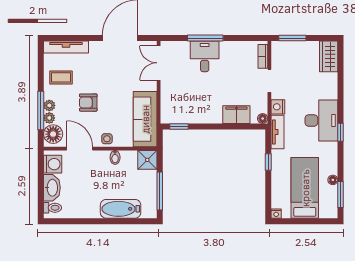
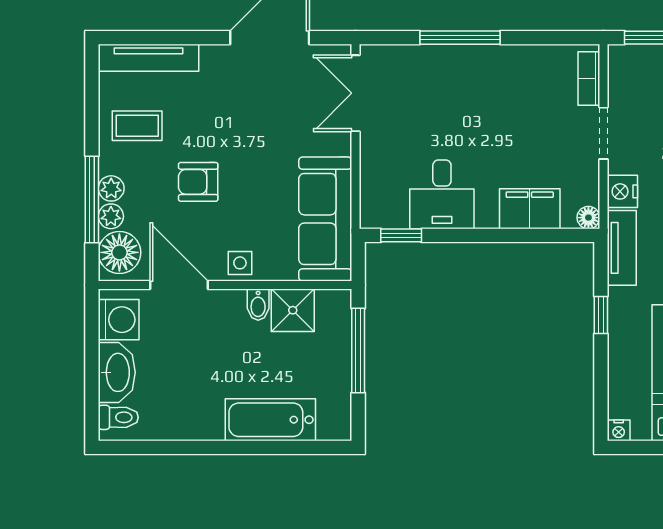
desk: (205, 56) -> (442, 194), moved, turned 180
shower: (147, 160) -> (293, 310), moved
window: (160, 191) -> (358, 350), moved

